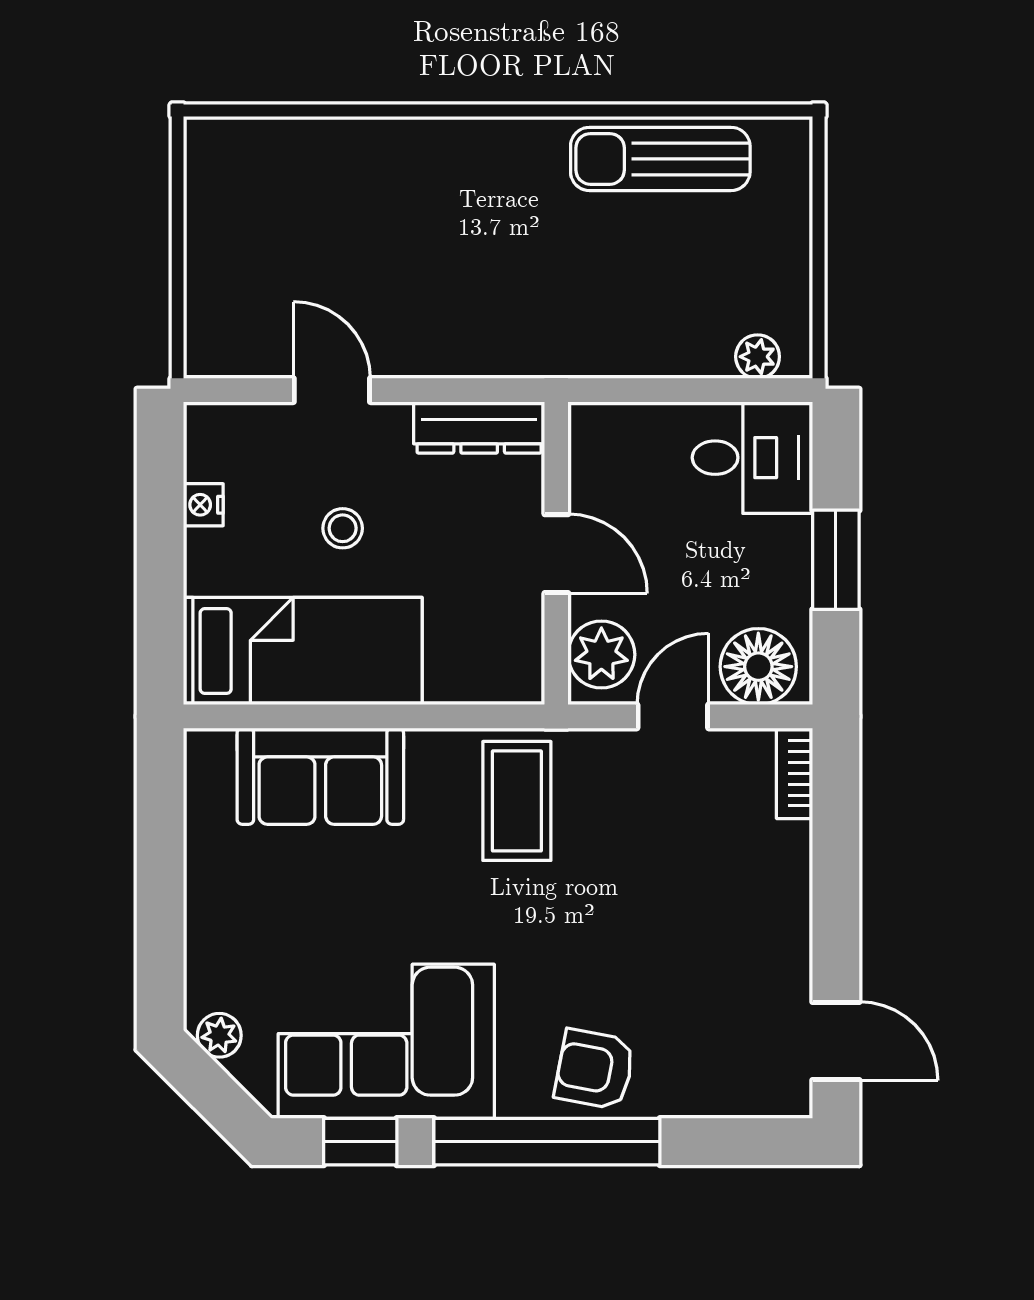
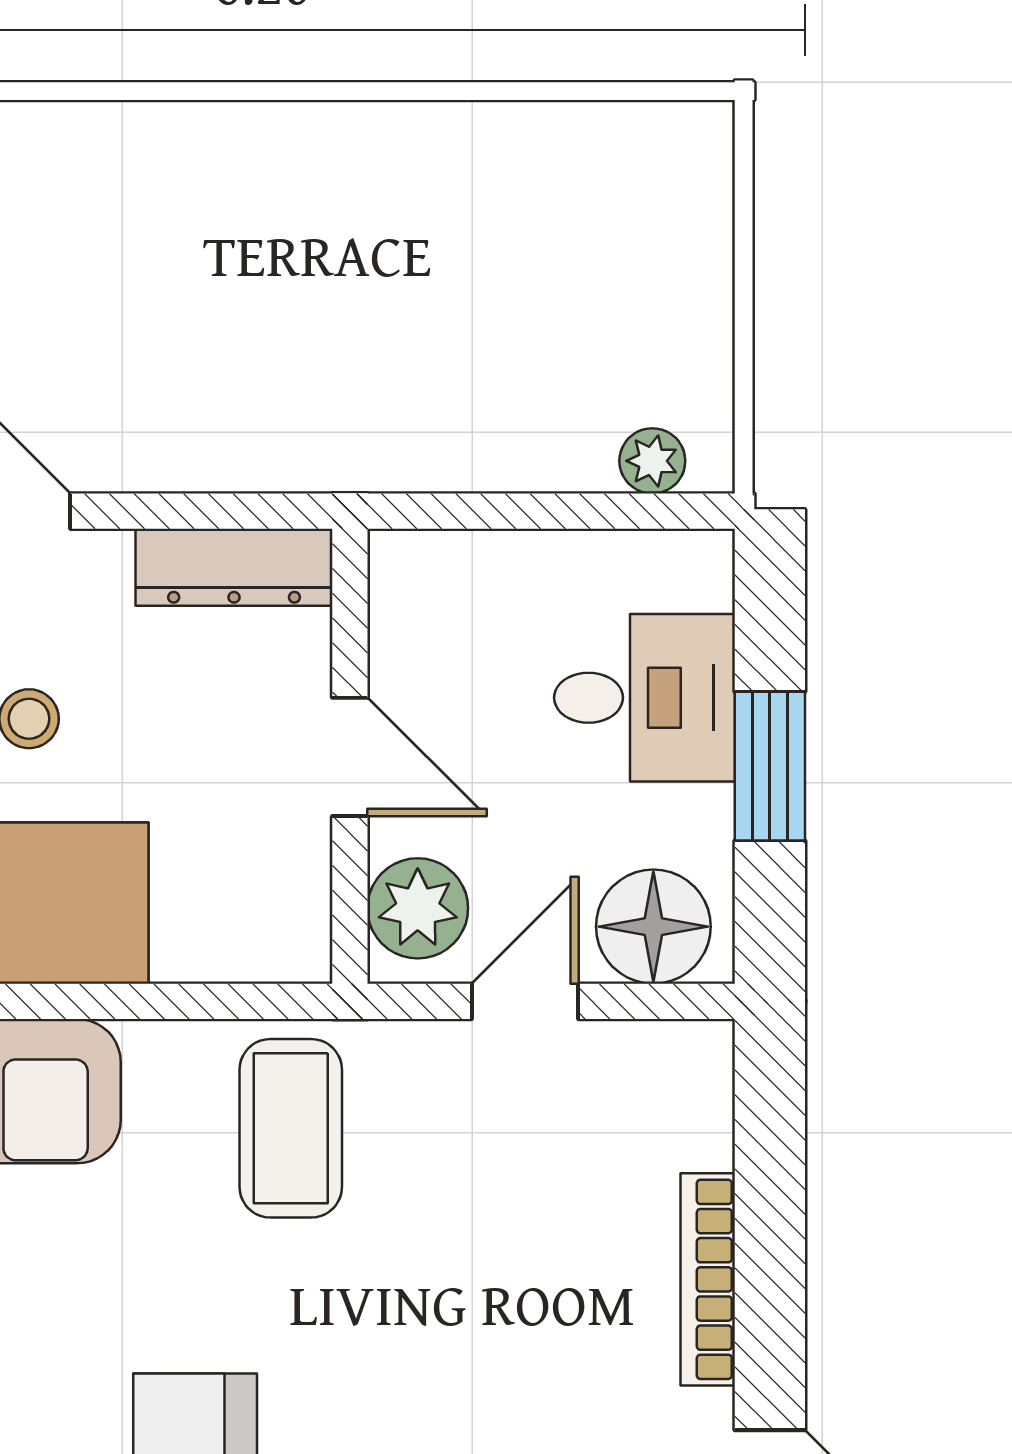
sun lounger: (660, 159) -> (506, 164), removed
desk: (752, 458) -> (645, 698), moved
bookcase: (795, 773) -> (708, 1279), moved, width x1.56

